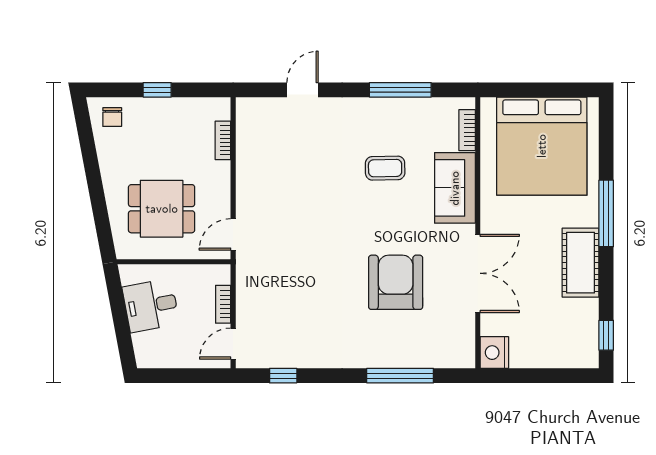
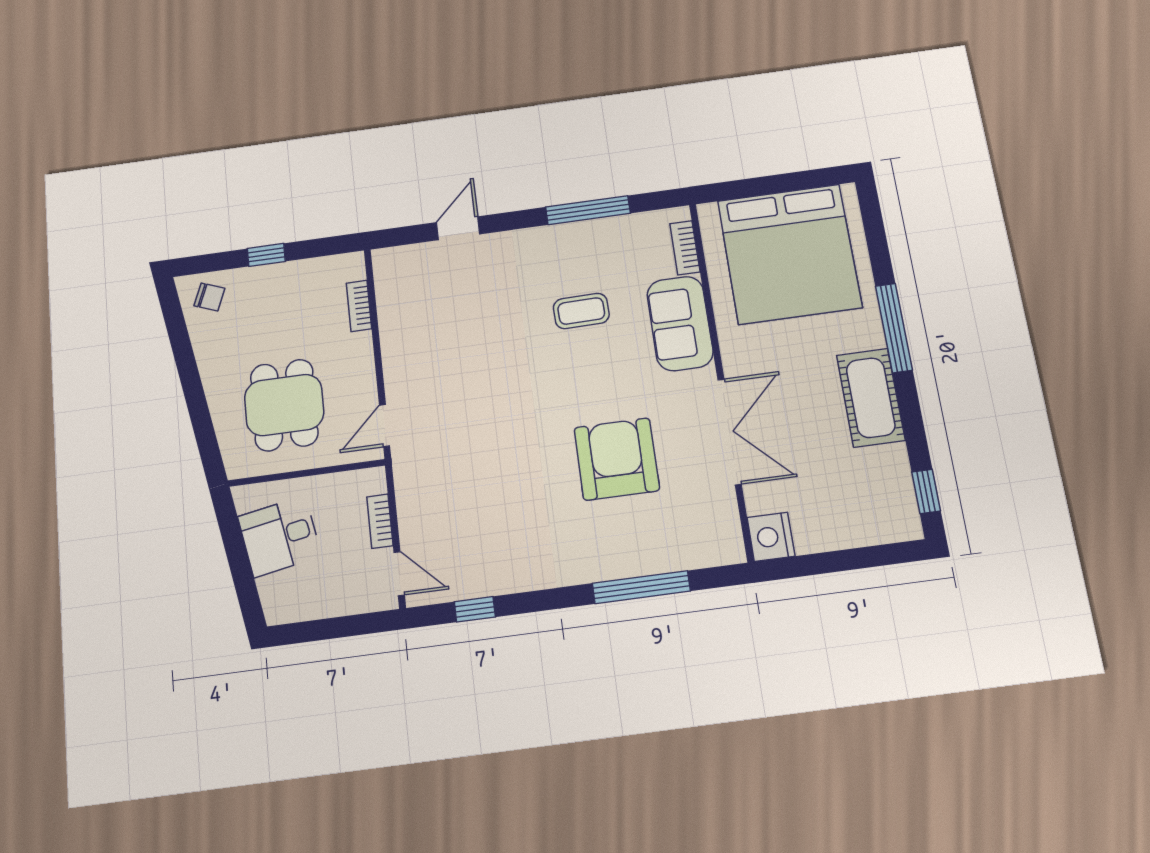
chair: (112, 117) -> (209, 297), turned -69
dining table: (162, 209) -> (284, 405), turned 90
door: (233, 344) -> (399, 574), swing flipped

